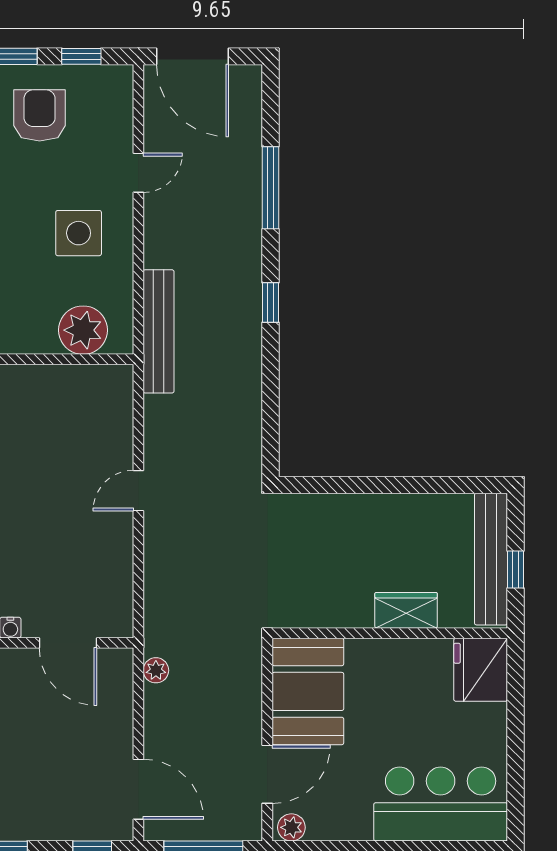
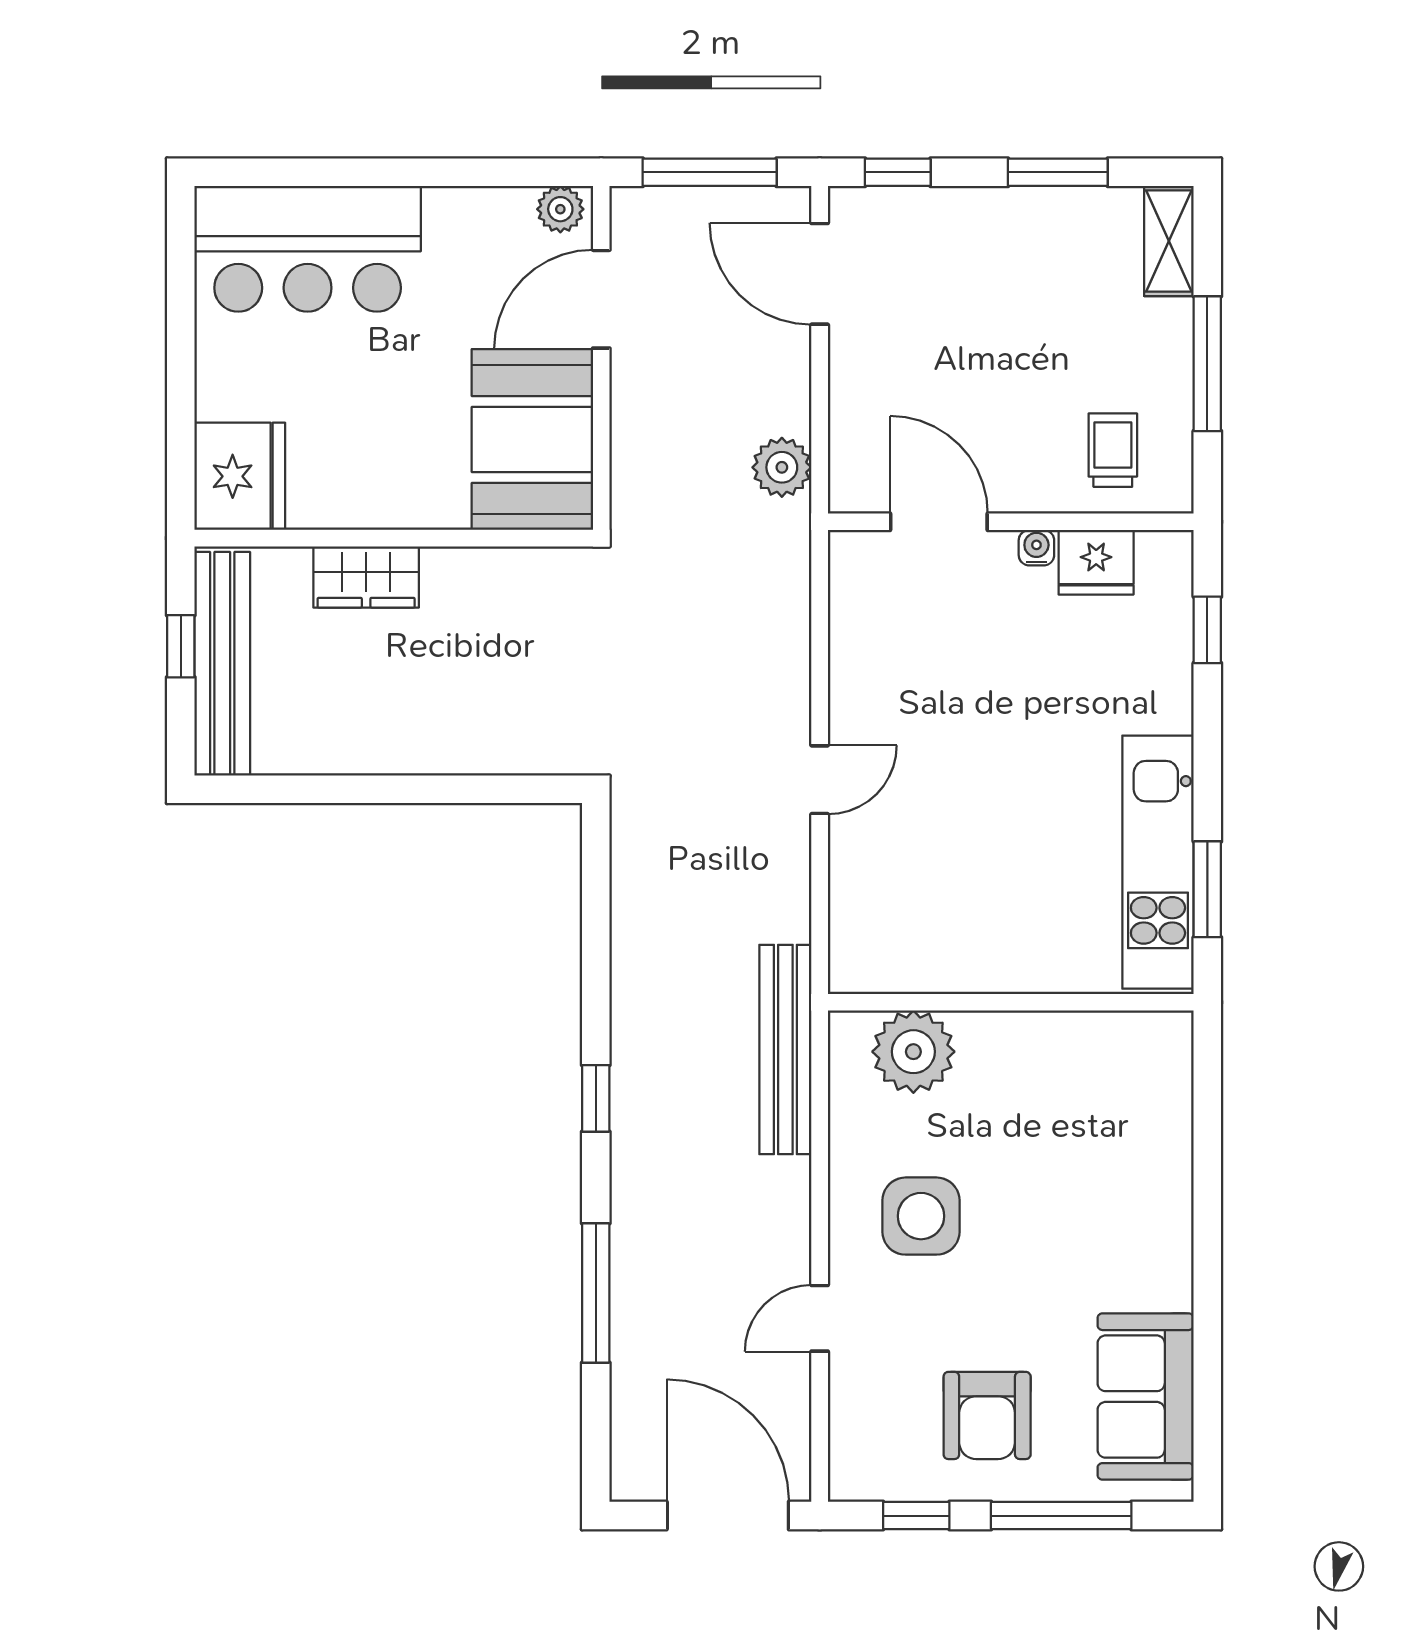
plant: (156, 670) -> (782, 467), width x1.38, depth x1.38

